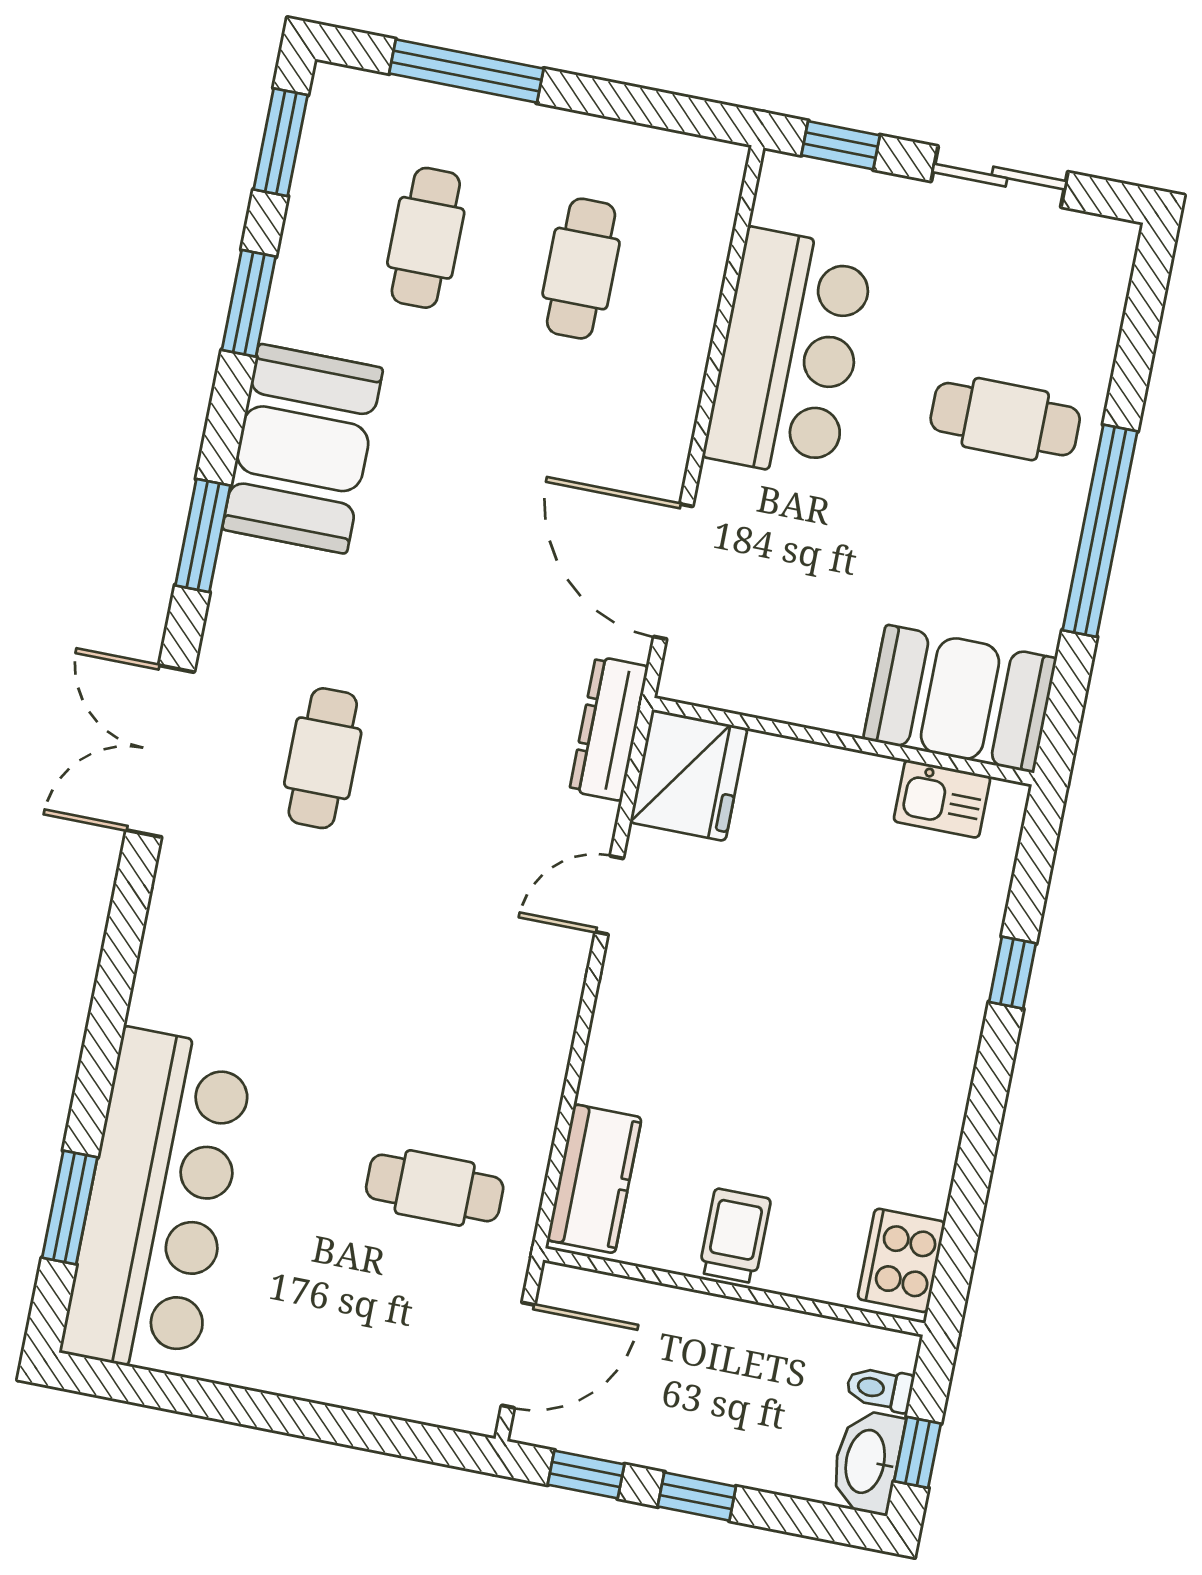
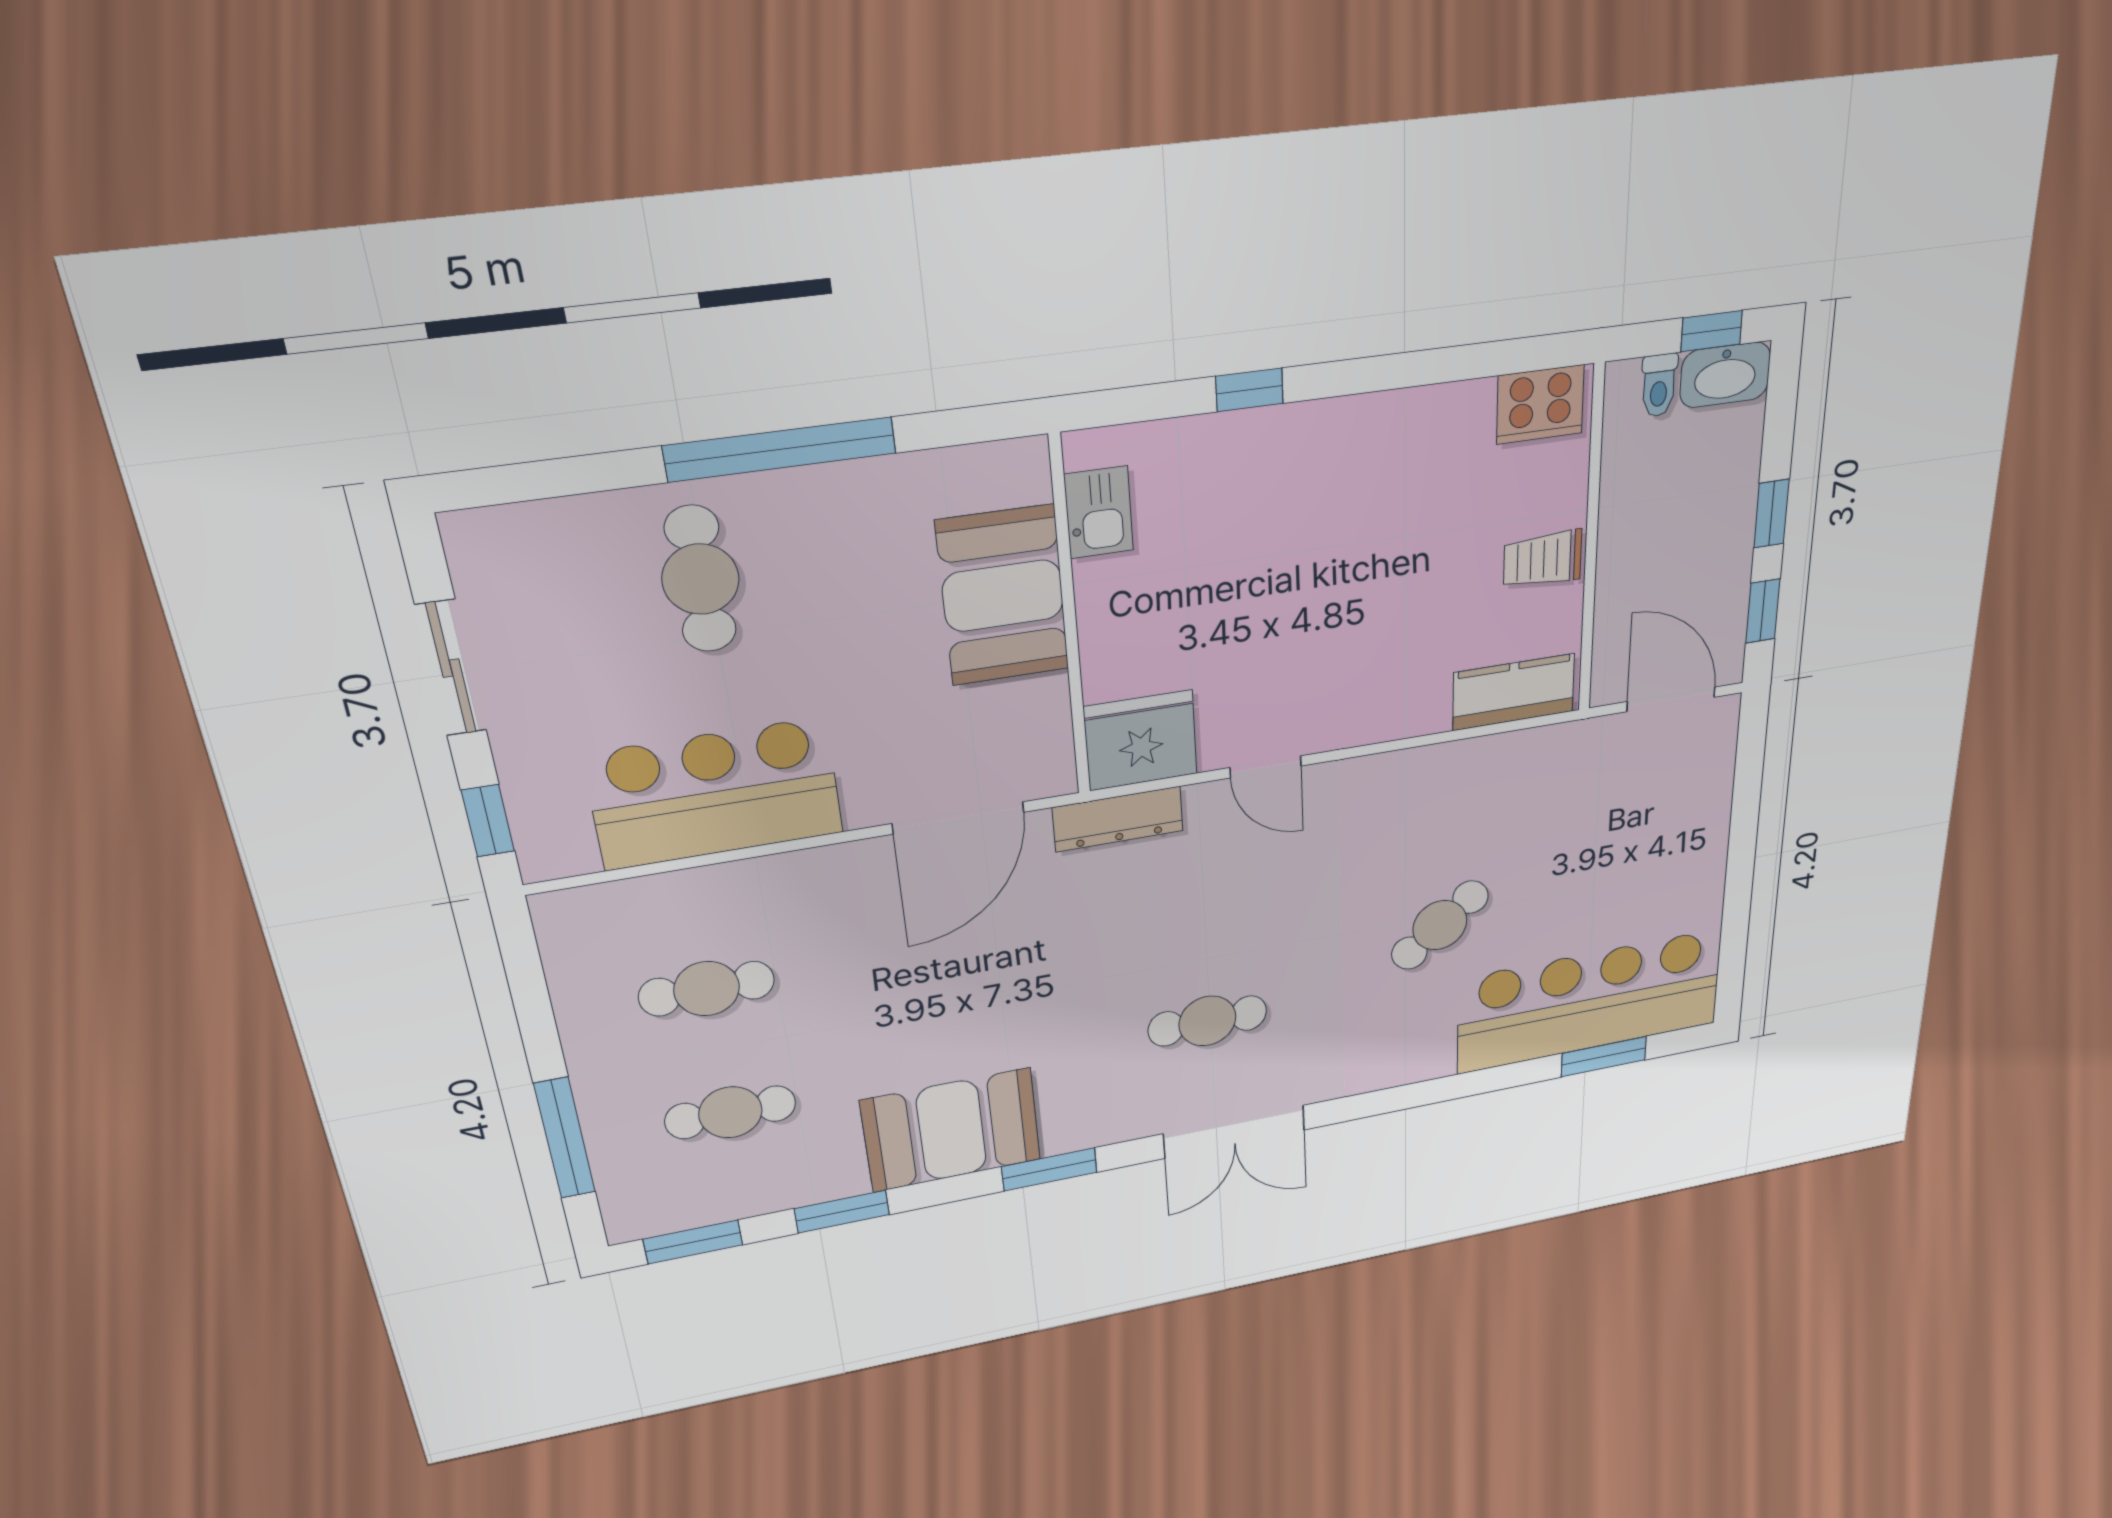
booth: (960, 699) -> (1003, 596), moved
cafe table: (435, 1188) -> (1440, 925), moved, turned 51

